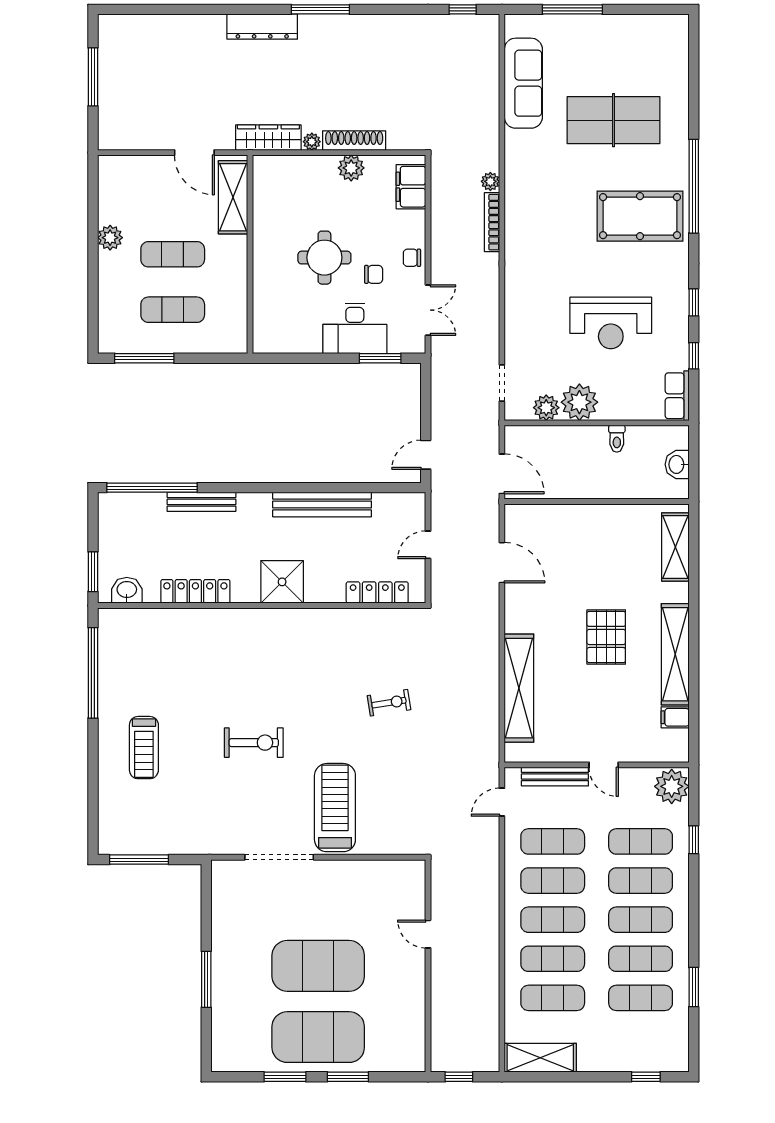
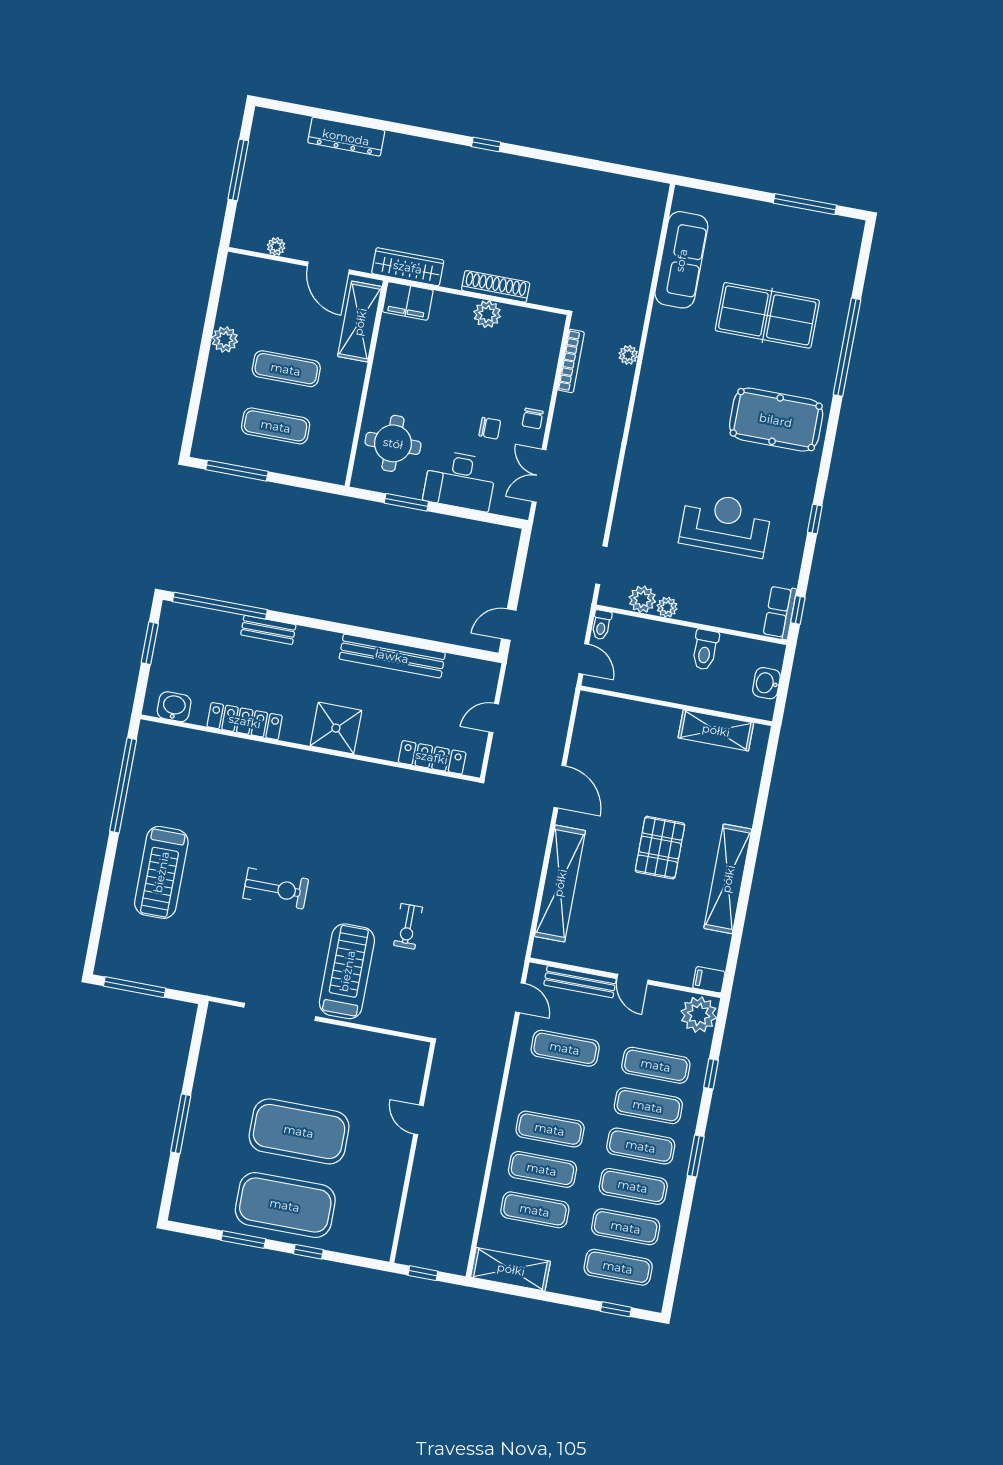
window: (320, 9) -> (486, 144), width x0.46
window: (463, 9) -> (633, 172), removed
window: (572, 9) -> (805, 204), moved
dresser: (262, 27) -> (346, 137), moved
plant: (312, 142) -> (276, 246), moved
window: (694, 186) -> (847, 347), moved
filing cabinet: (411, 187) -> (408, 301), moved, turned -90
bookcase: (492, 222) -> (571, 361), moved, turned 180
round table: (324, 258) -> (393, 443), moved
chair: (412, 258) -> (533, 419), turned -90
double door: (428, 310) -> (539, 476), swing flipped
reception desk: (611, 323) -> (725, 524), turned 180
window: (694, 356) -> (798, 610), moved
window: (380, 358) -> (406, 502), moved
plant: (579, 402) -> (667, 607), width x0.53, depth x0.53
toilet: (512, 439) -> (601, 625), added
toilet: (617, 439) -> (705, 650), width x1.37, depth x1.39
door: (502, 474) -> (584, 659), width x0.73
bench: (202, 502) -> (268, 630), width x0.73
shelving: (675, 547) -> (716, 730), moved, turned 90
door: (502, 563) -> (560, 787), moved
window: (93, 572) -> (150, 643), moved
exercise bike: (389, 703) -> (408, 926), moved, turned 99
filing cabinet: (675, 717) -> (709, 980), moved
treadmill: (144, 748) -> (161, 872), width x1.37, depth x1.38
door: (502, 802) -> (520, 998), swing flipped
exercise mat: (553, 881) -> (618, 1267), moved
window: (694, 987) -> (696, 1156), moved
window: (348, 1077) -> (308, 1252), width x0.67

